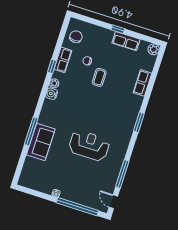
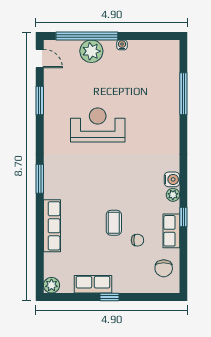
row of seats: (142, 83) -> (52, 226), width x1.48
window: (31, 131) -> (183, 94), moved
sofa: (41, 142) -> (166, 109), removed
reception desk: (89, 146) -> (98, 125), turned 180
window: (122, 174) -> (40, 100), width x0.69
plant: (78, 196) -> (91, 51), added

